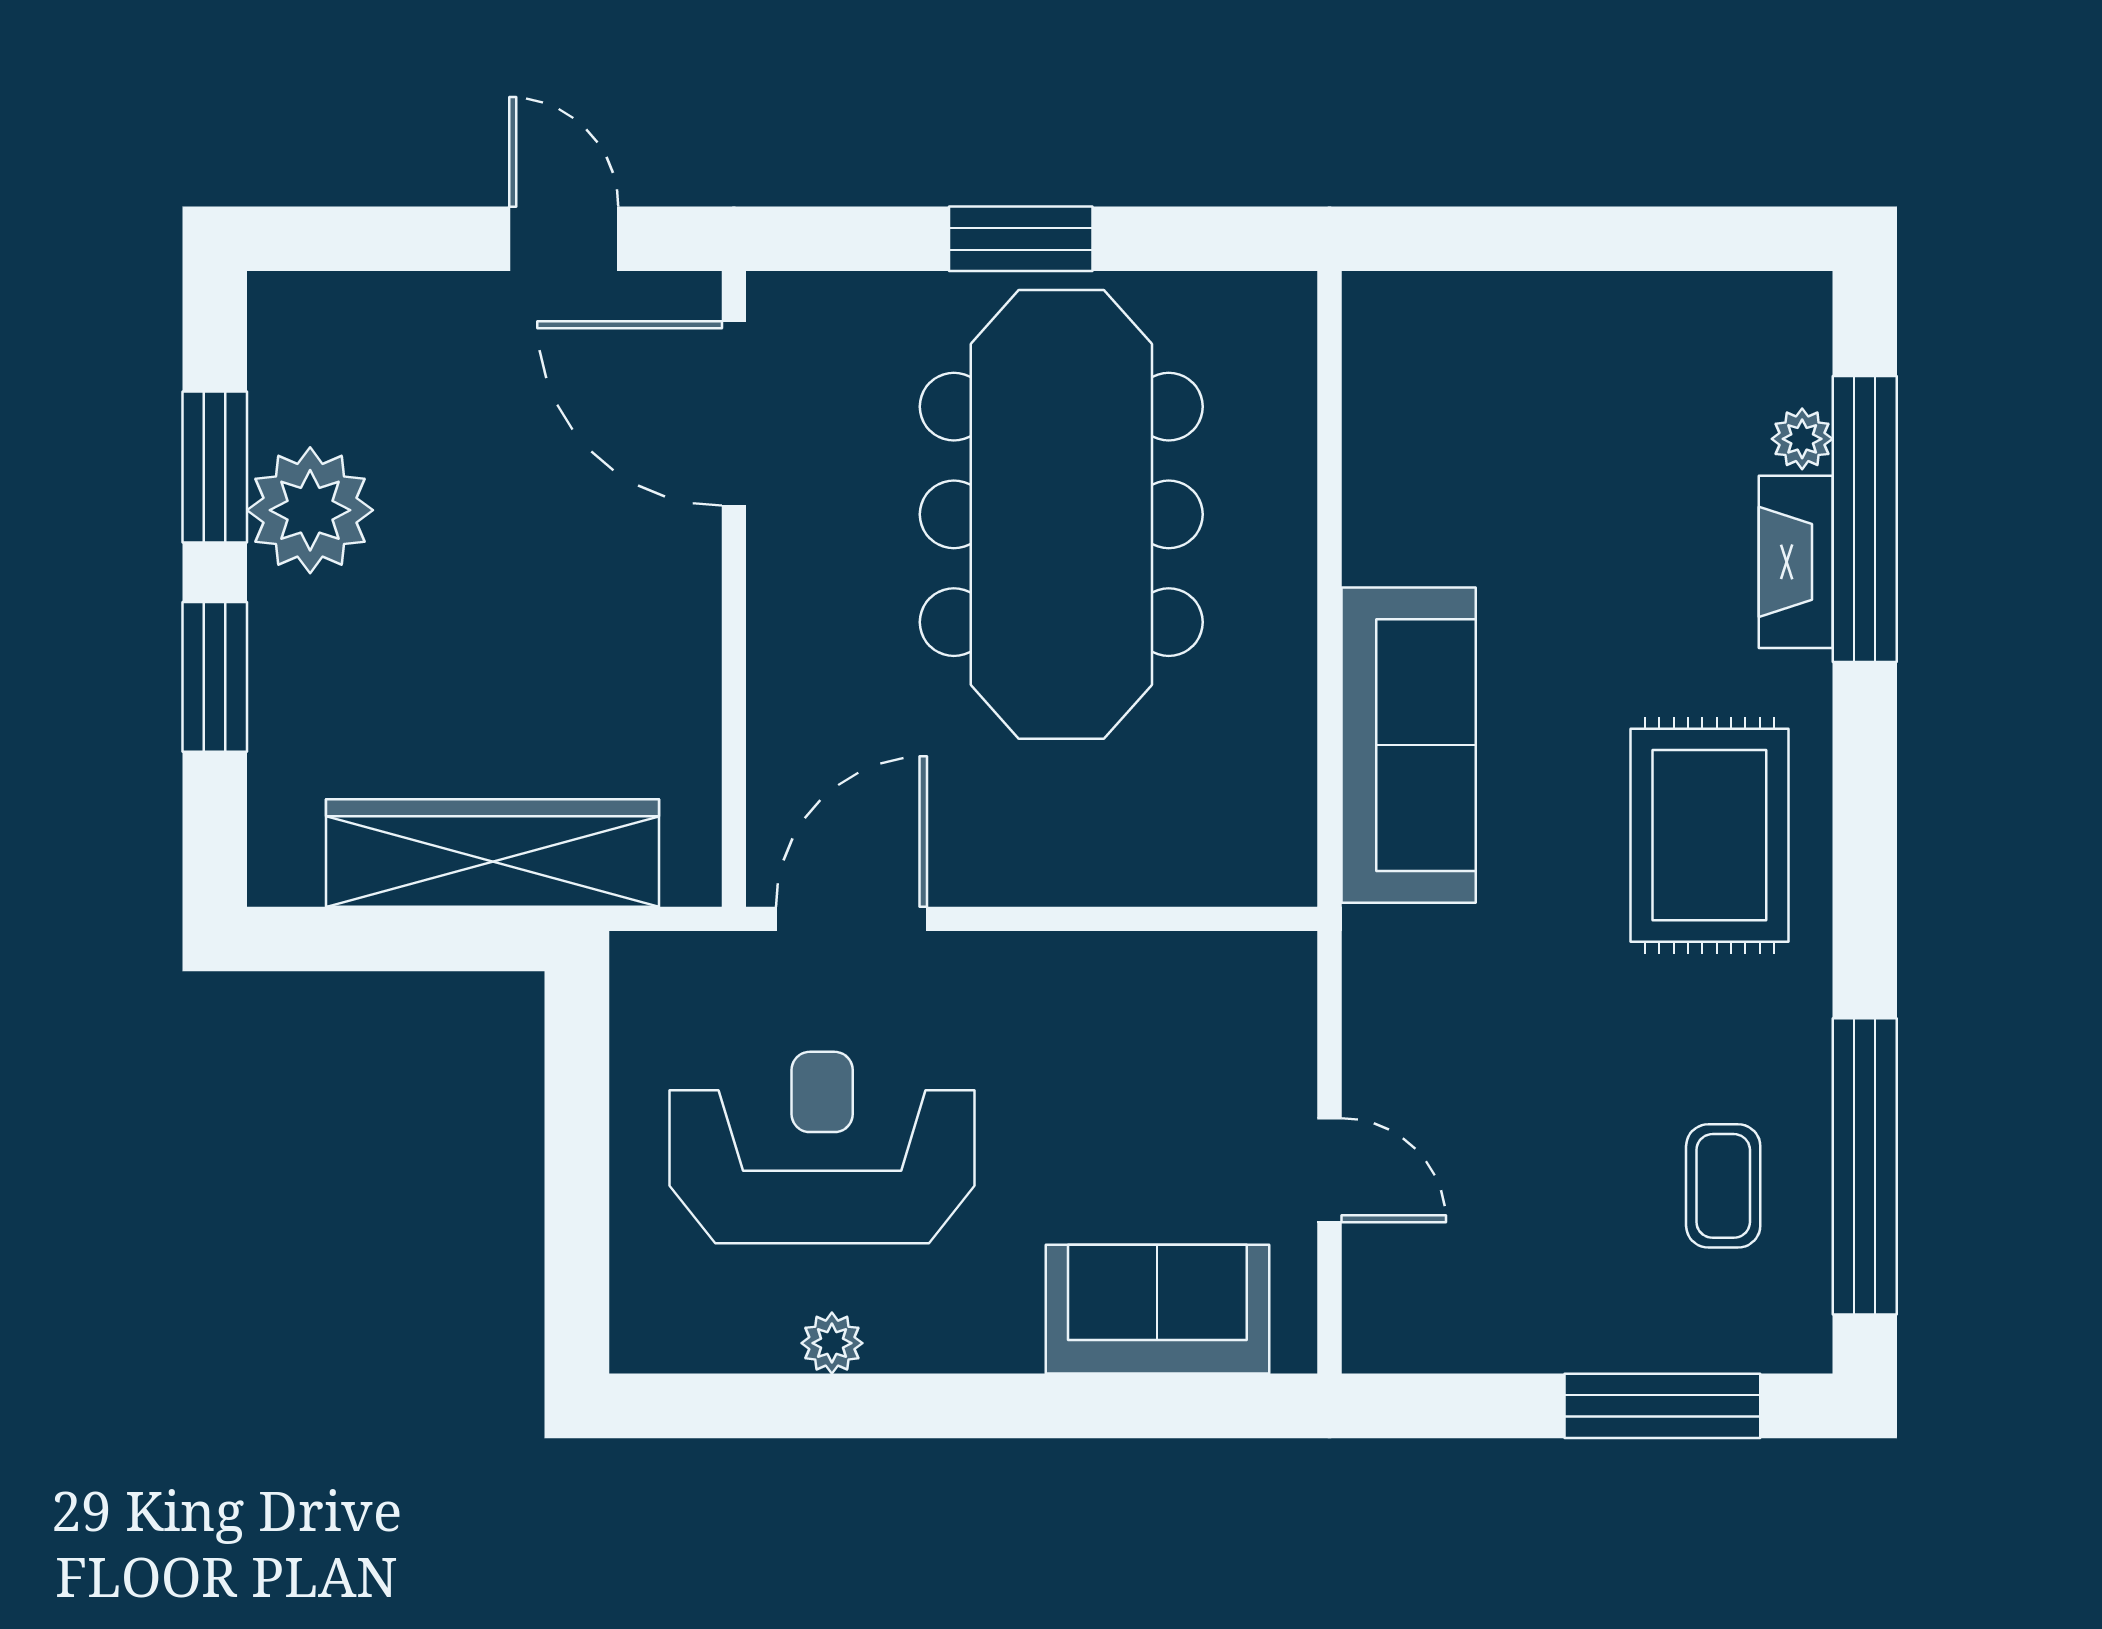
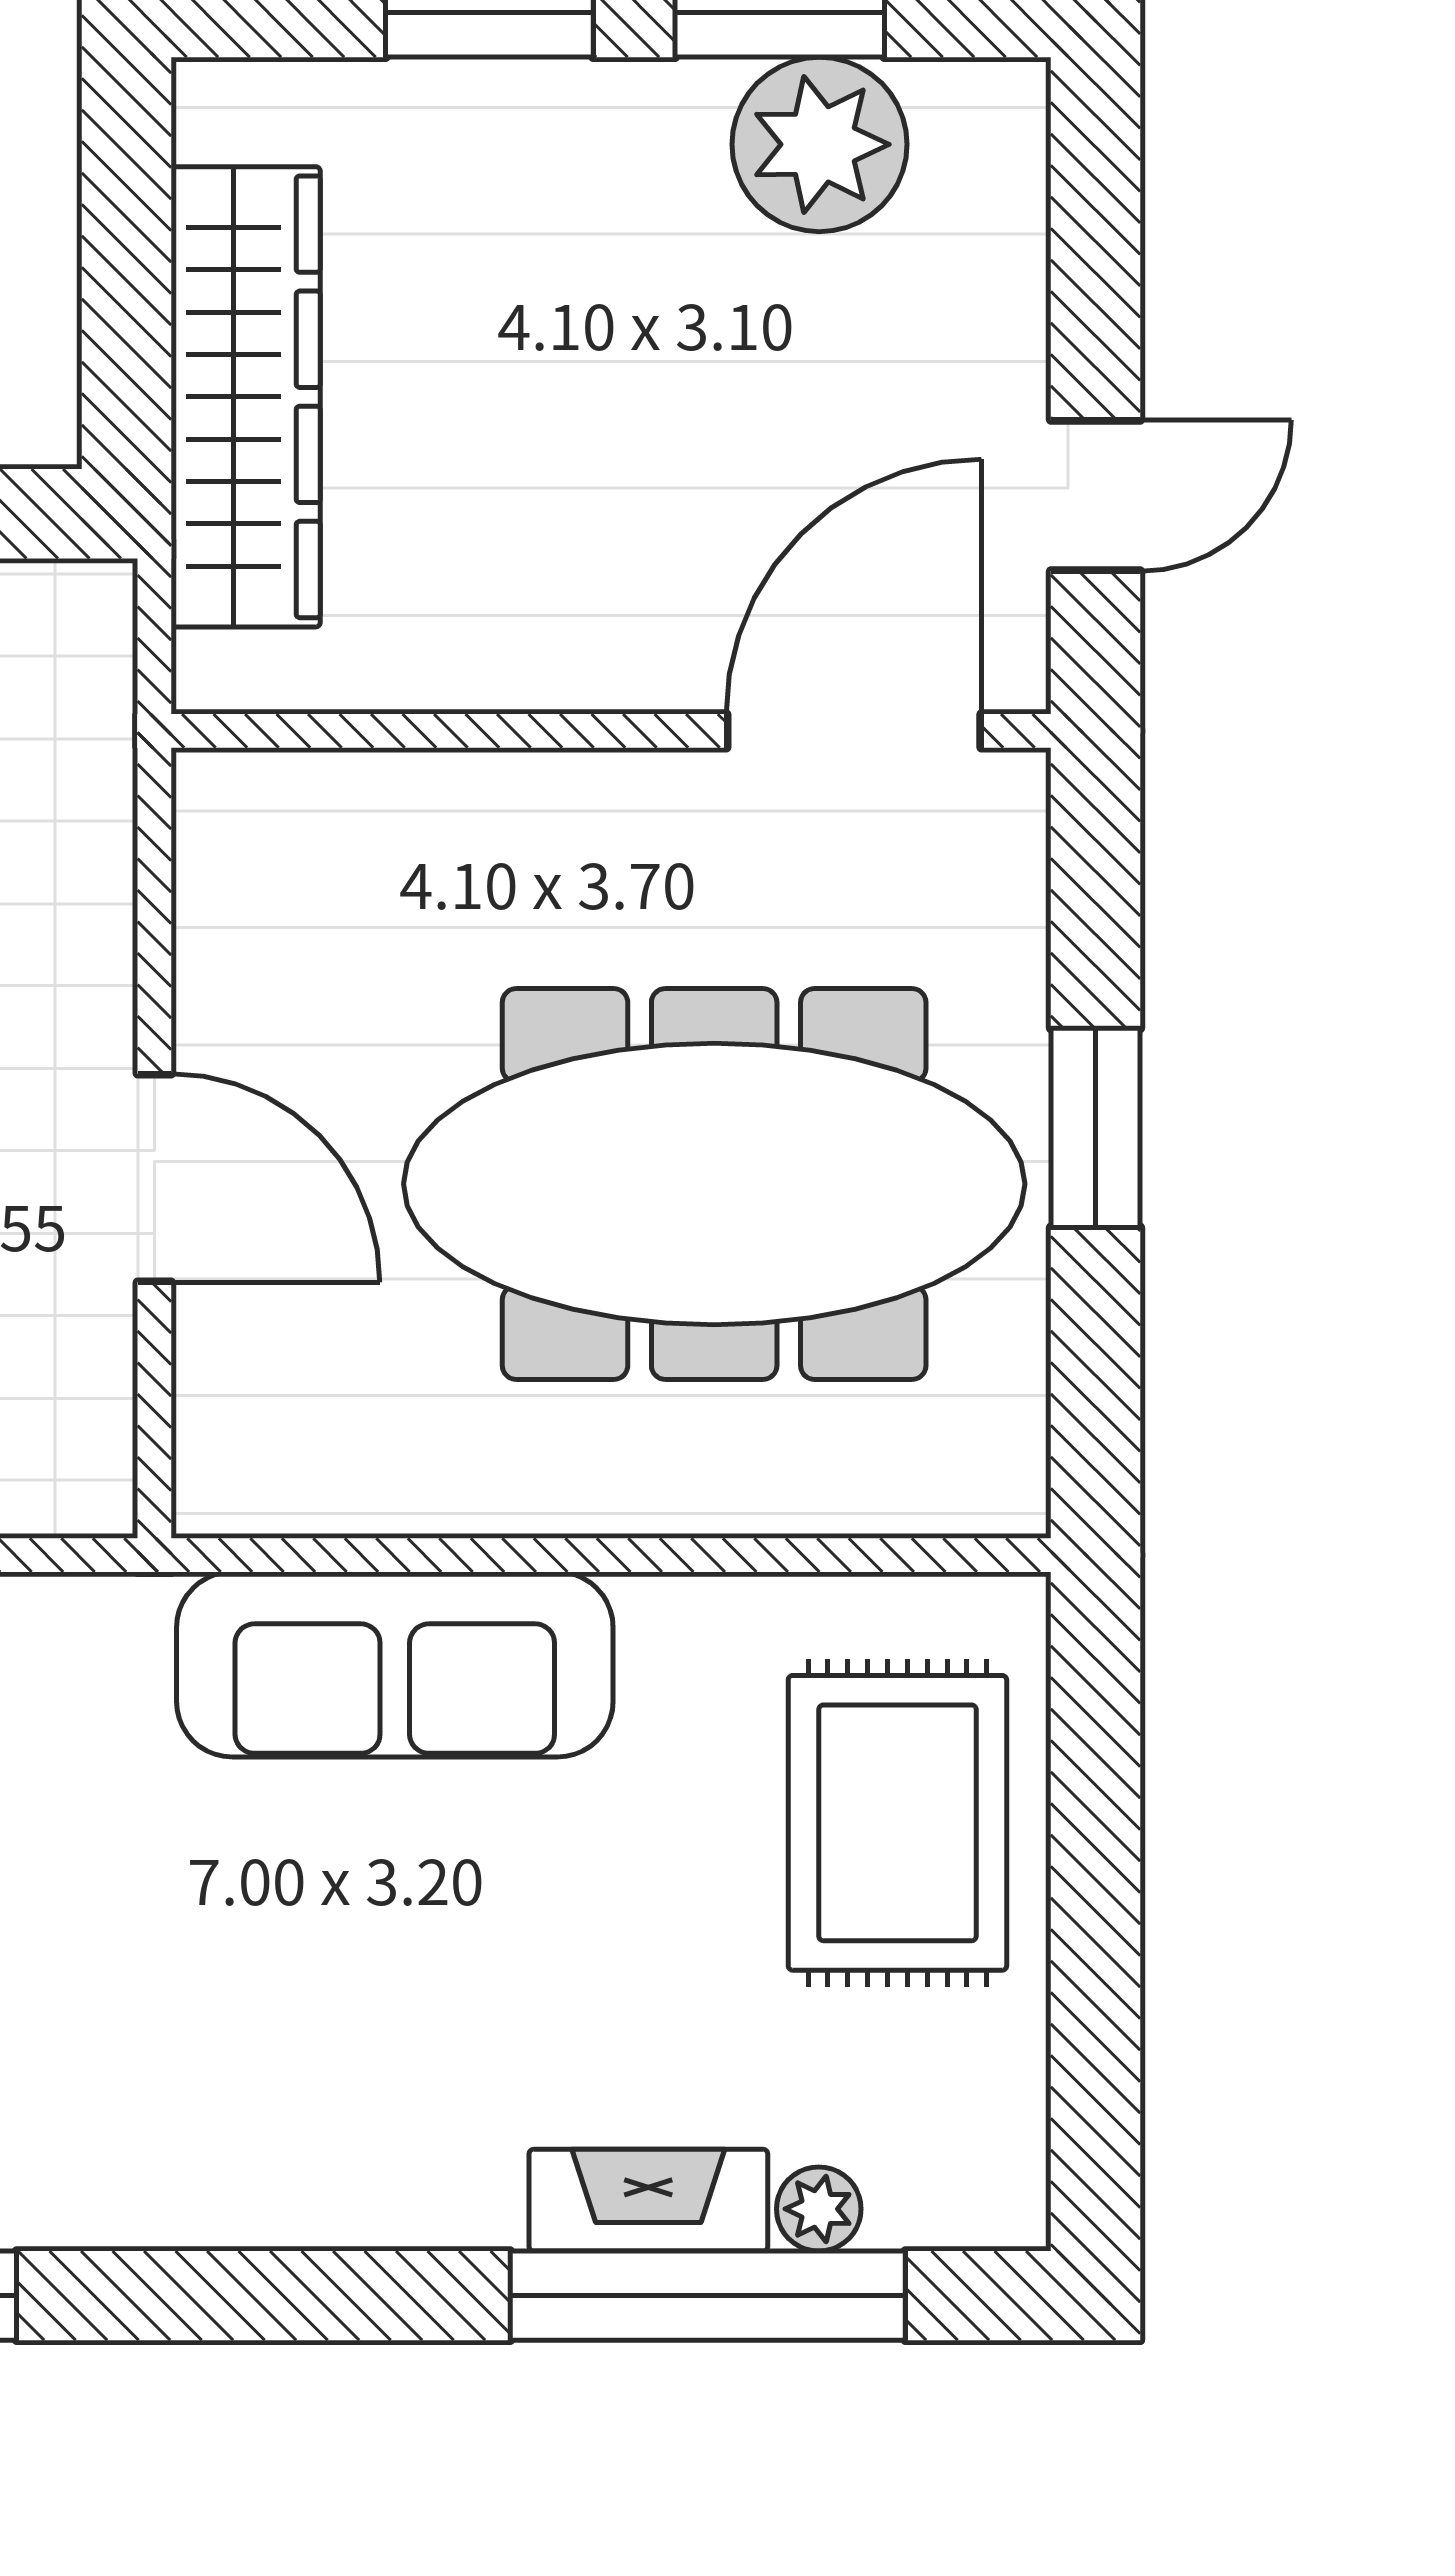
plant: (310, 510) -> (819, 144), moved
rug: (1709, 835) -> (897, 1823), moved, turned 90
door: (852, 919) -> (154, 1178), moved

